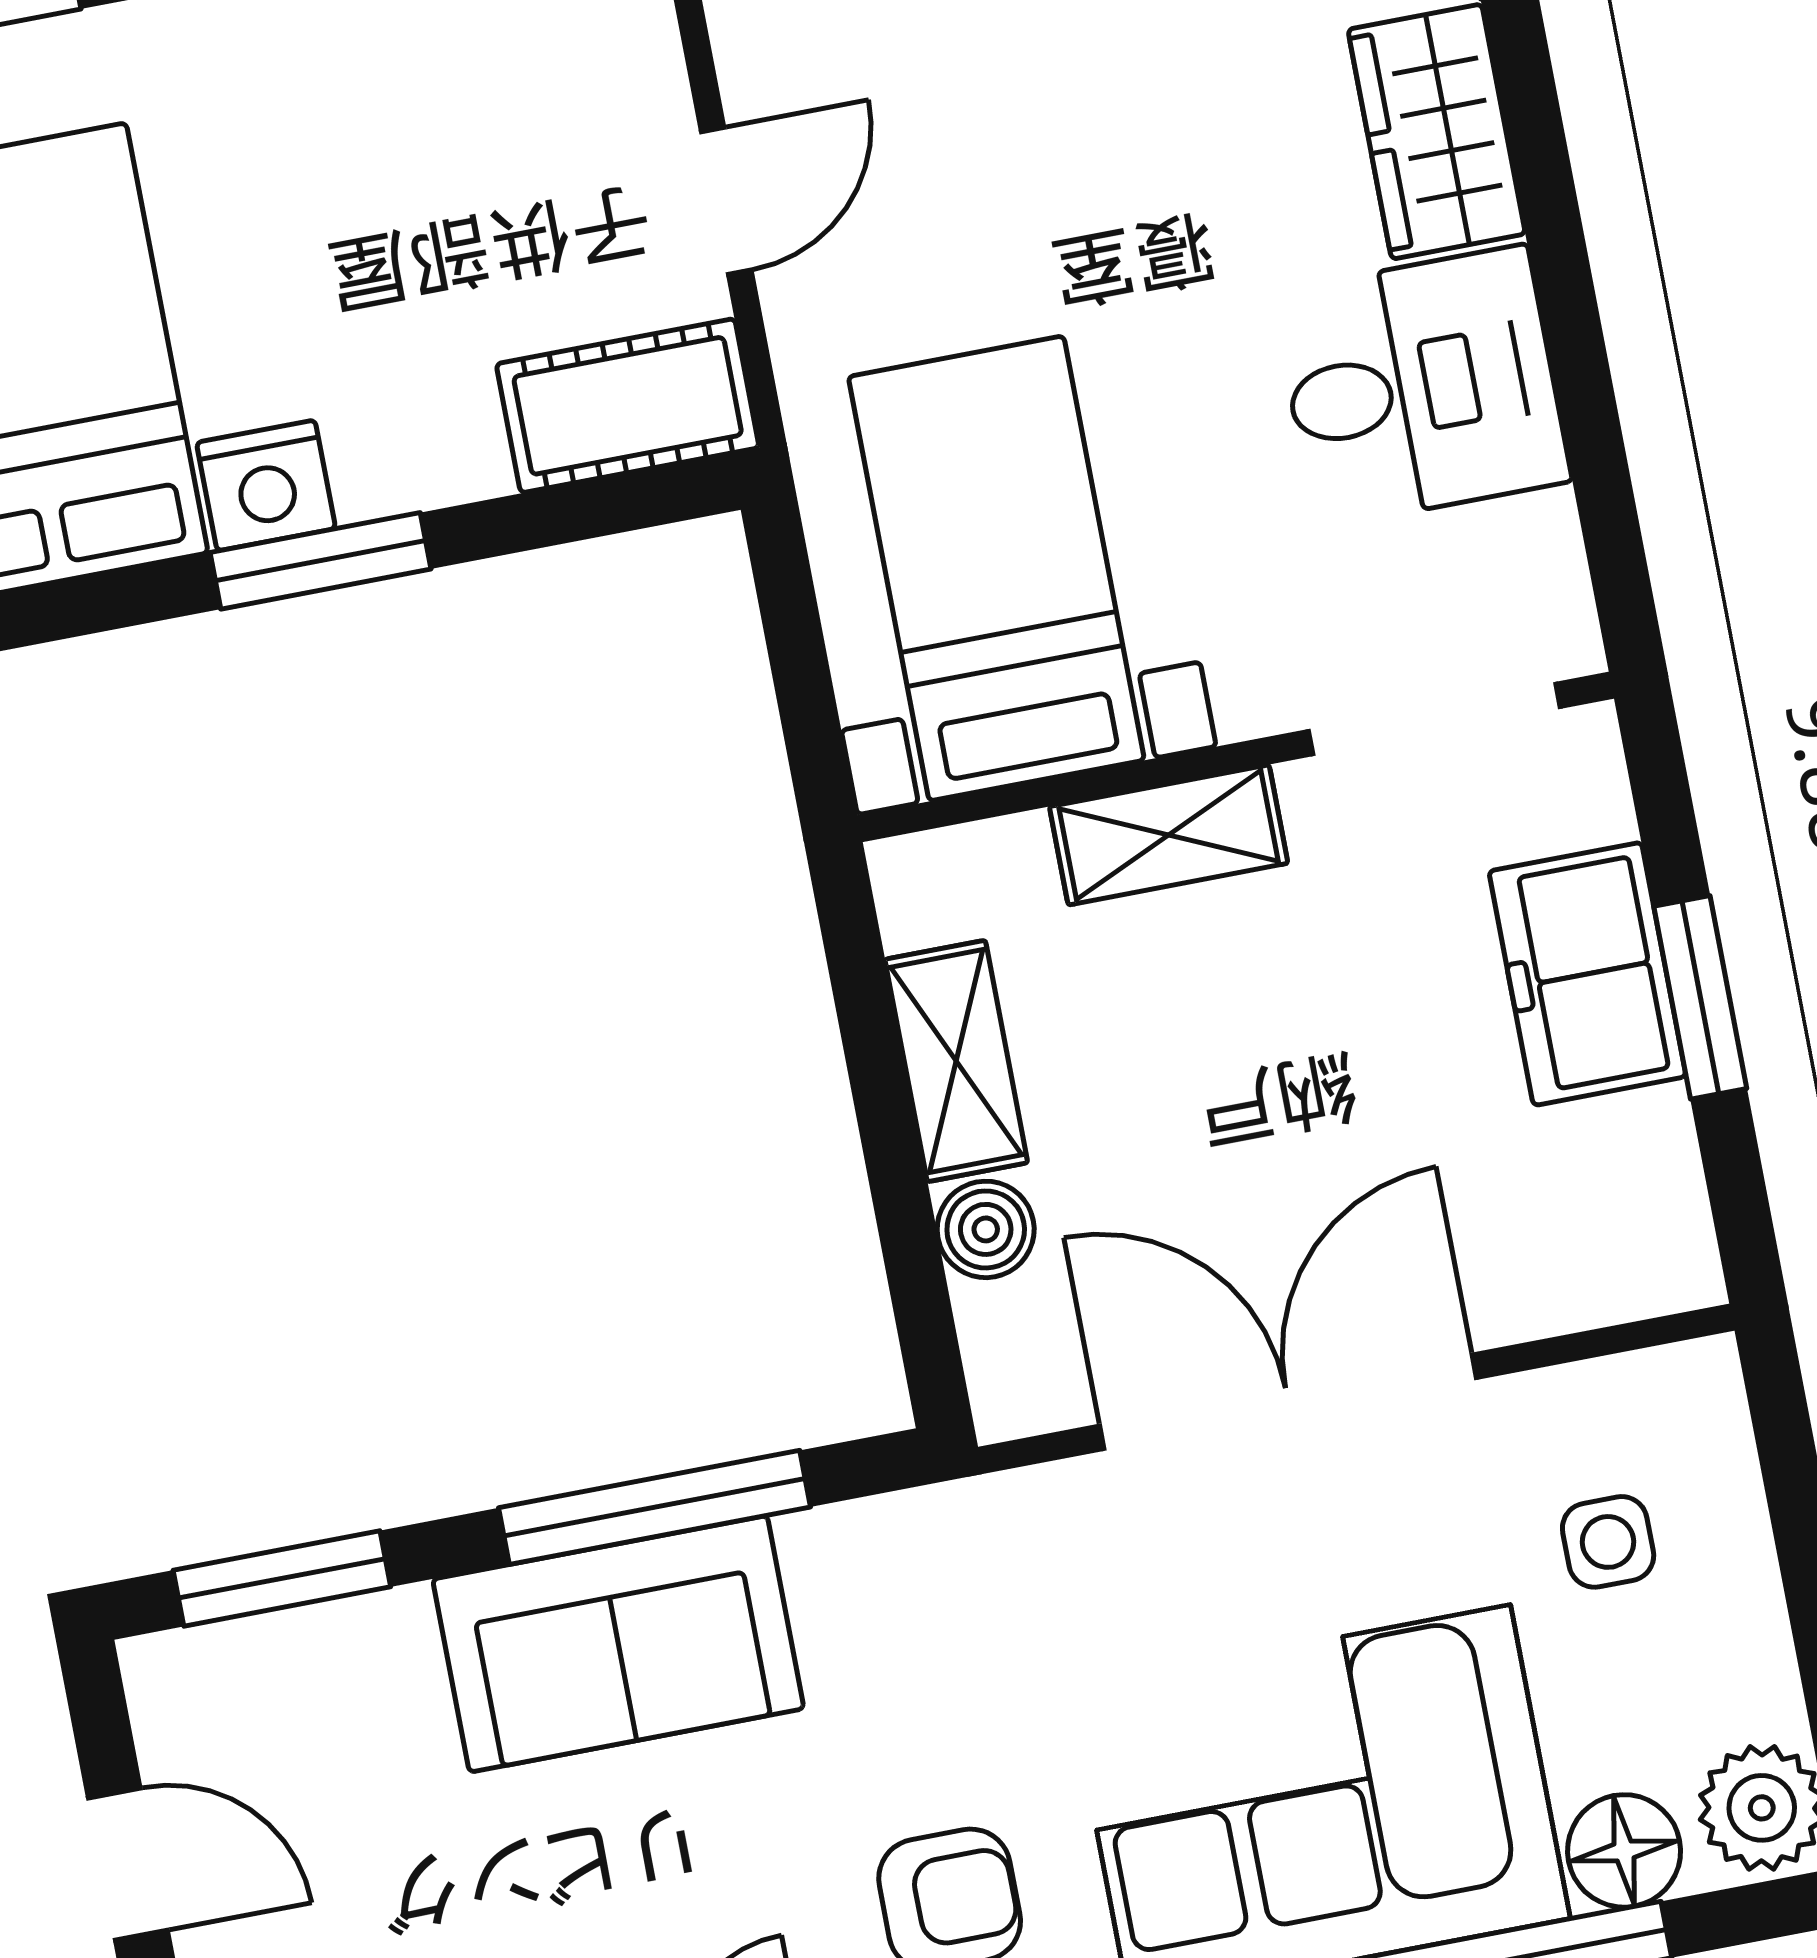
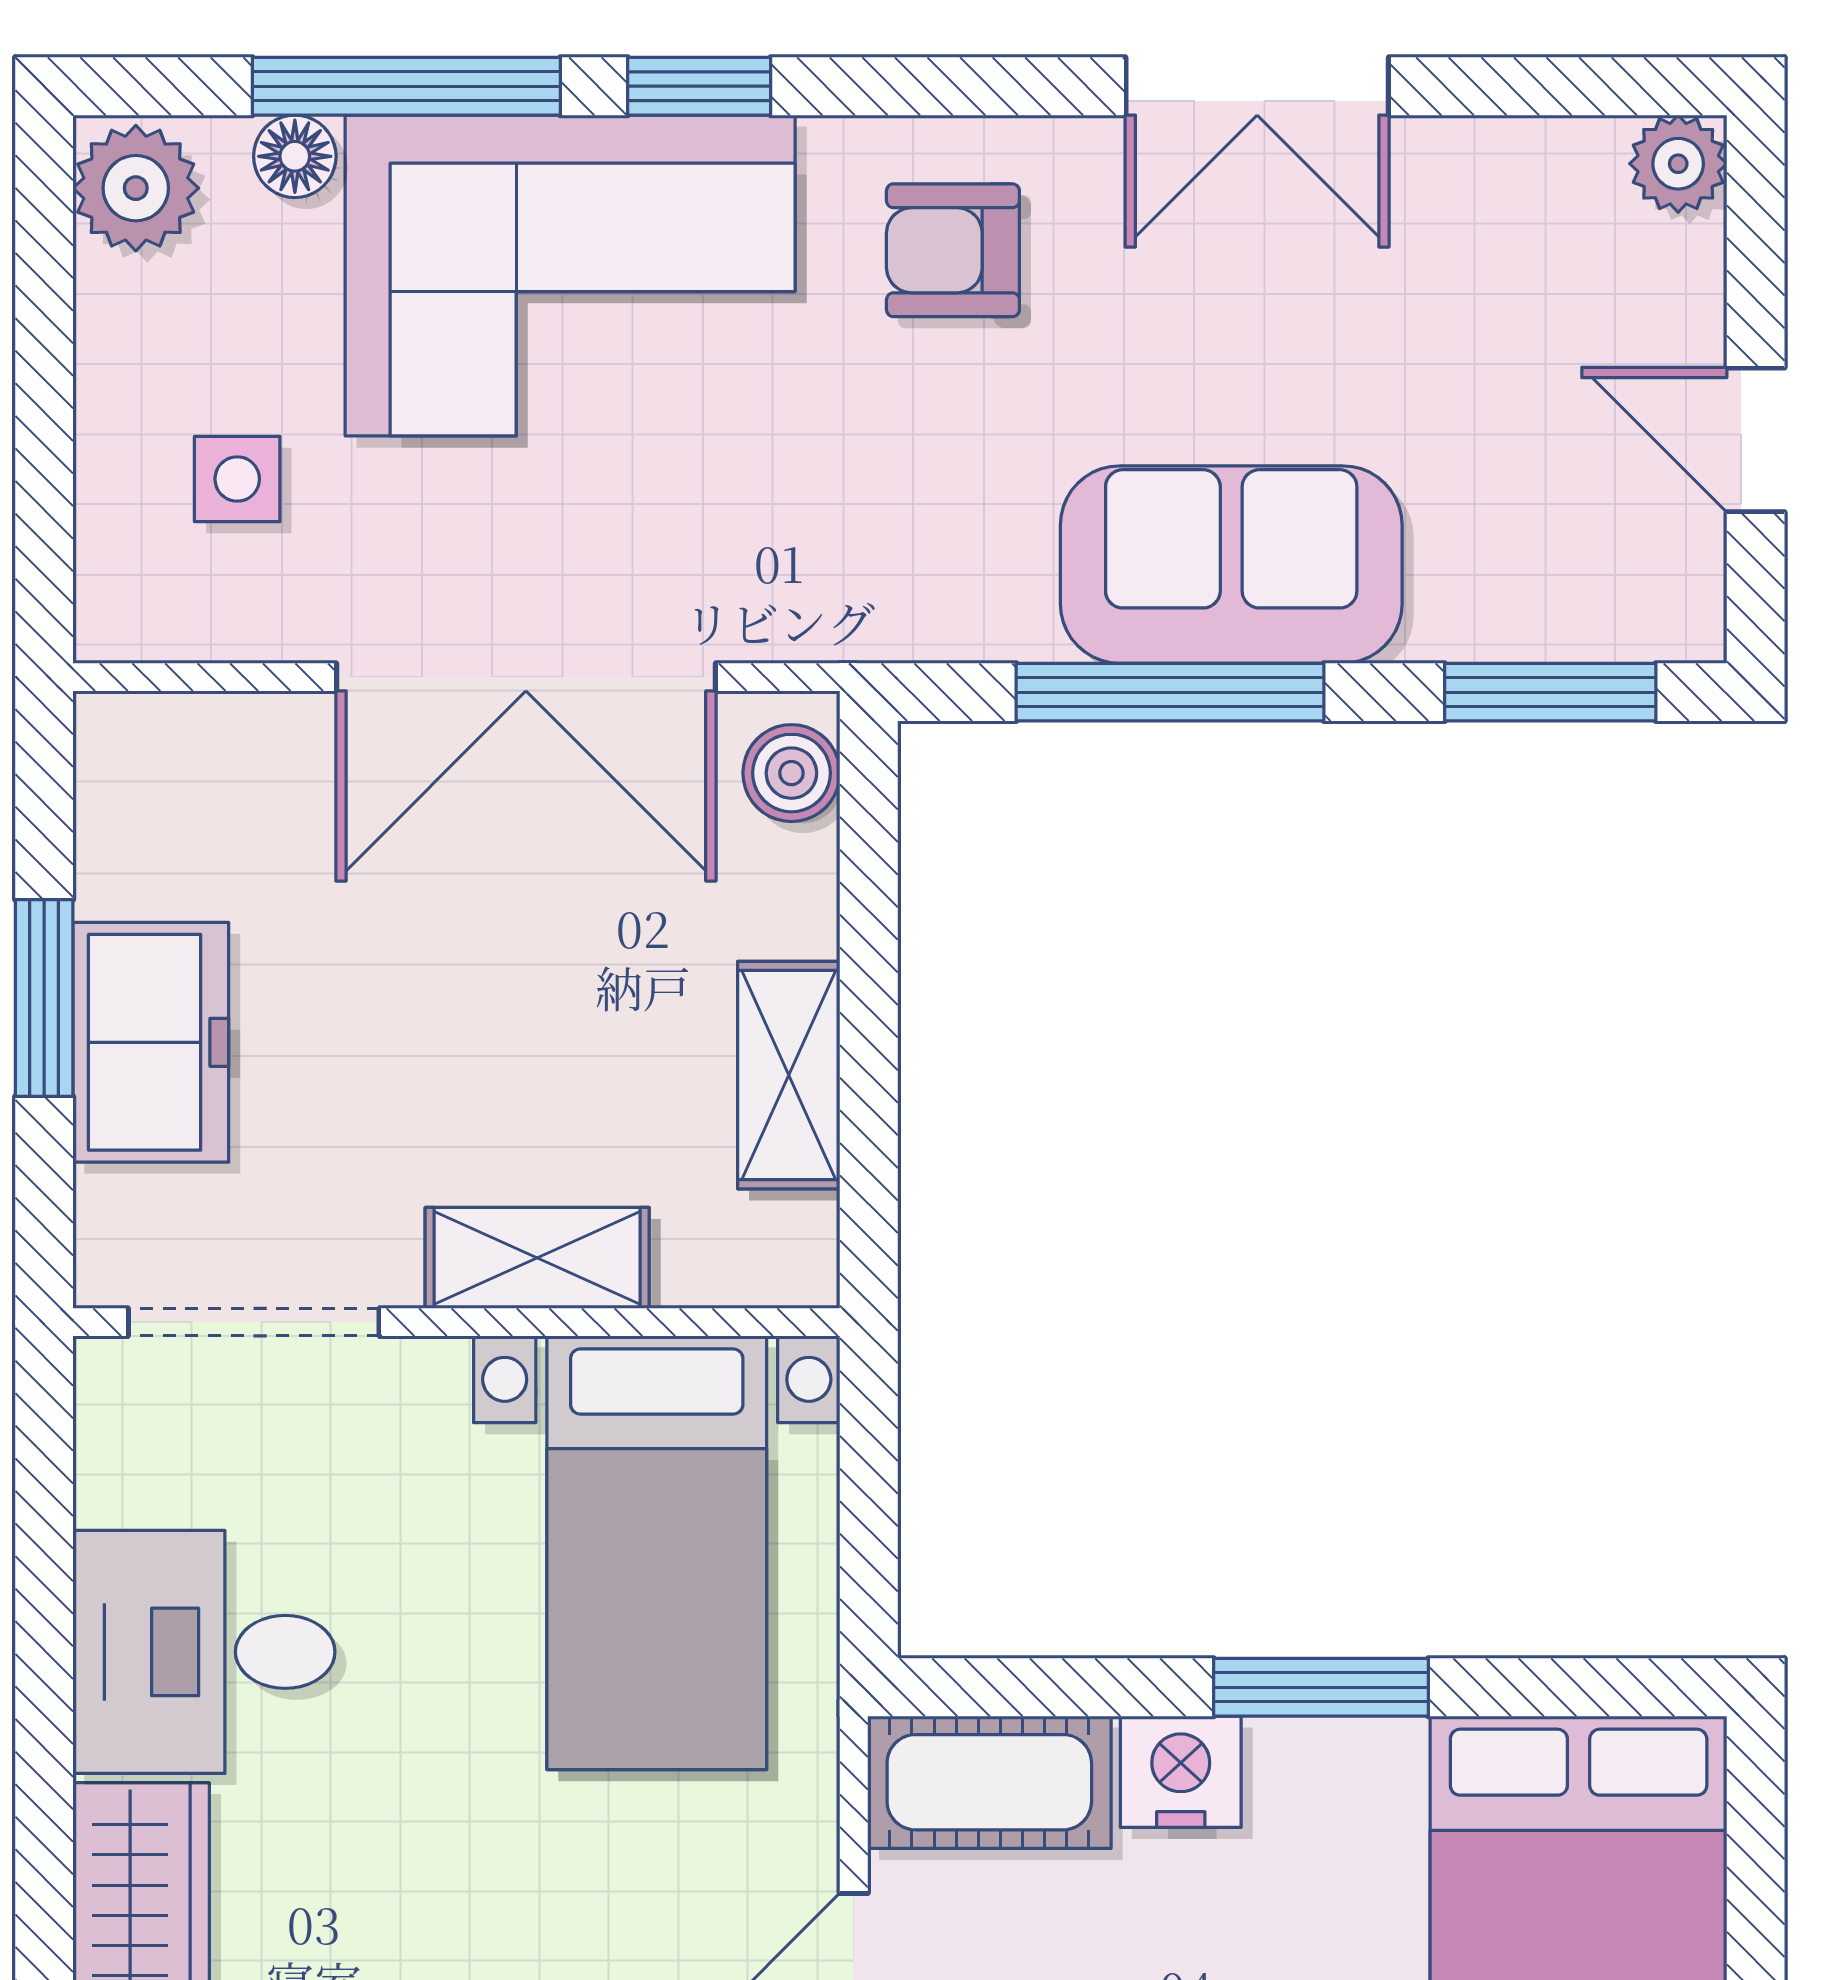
nightstand: (266, 485) -> (1181, 1772), moved
boiler: (986, 1229) -> (791, 773), moved
floor lamp: (1624, 1851) -> (295, 156), width x0.73, depth x0.73

